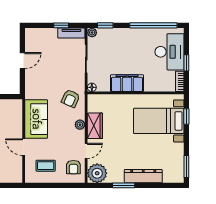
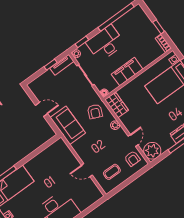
desk: (169, 52) -> (105, 43), moved, turned -90
door: (22, 61) -> (41, 109), hinge flipped
sofa: (36, 119) -> (68, 125), moved
wardrobe: (95, 126) -> (117, 105), moved

